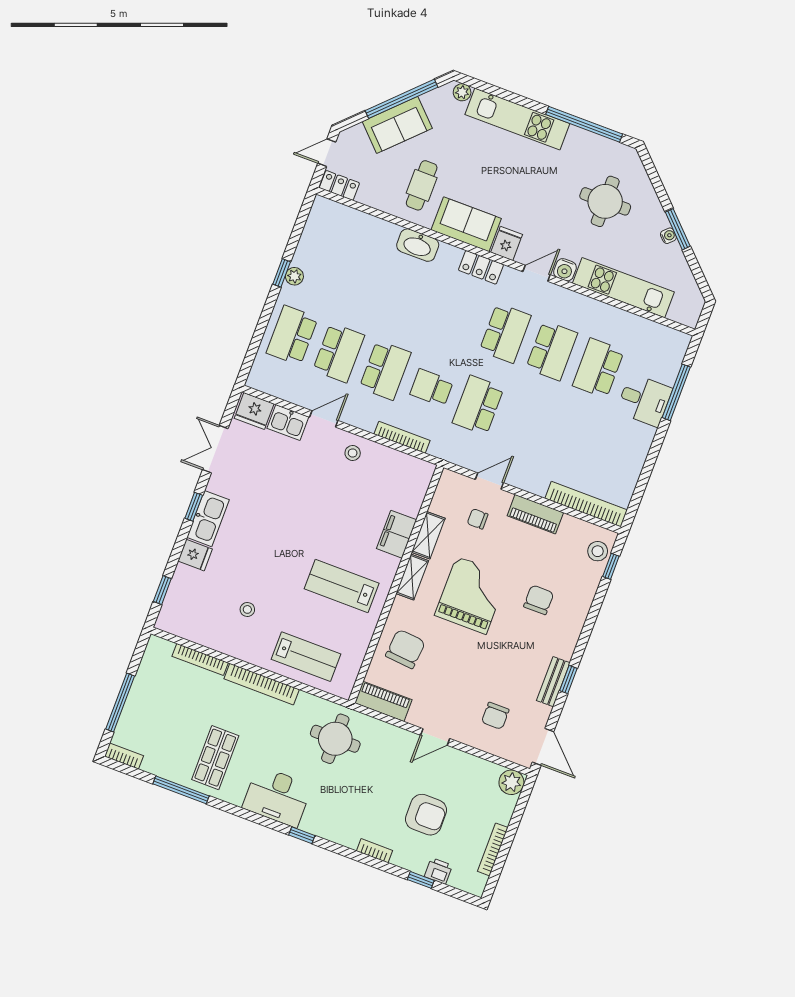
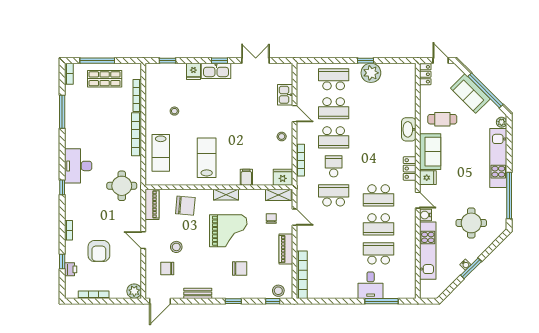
plant: (294, 276) -> (371, 73), width x1.87, depth x1.87
fridge: (254, 411) -> (283, 177), moved, turned 90
filing cabinet: (397, 534) -> (246, 177), width x0.50
shelving: (428, 535) -> (278, 195), moved
window: (568, 680) -> (233, 301), moved
stool: (466, 688) -> (176, 247), added
shop shelf: (215, 758) -> (105, 79), moved

